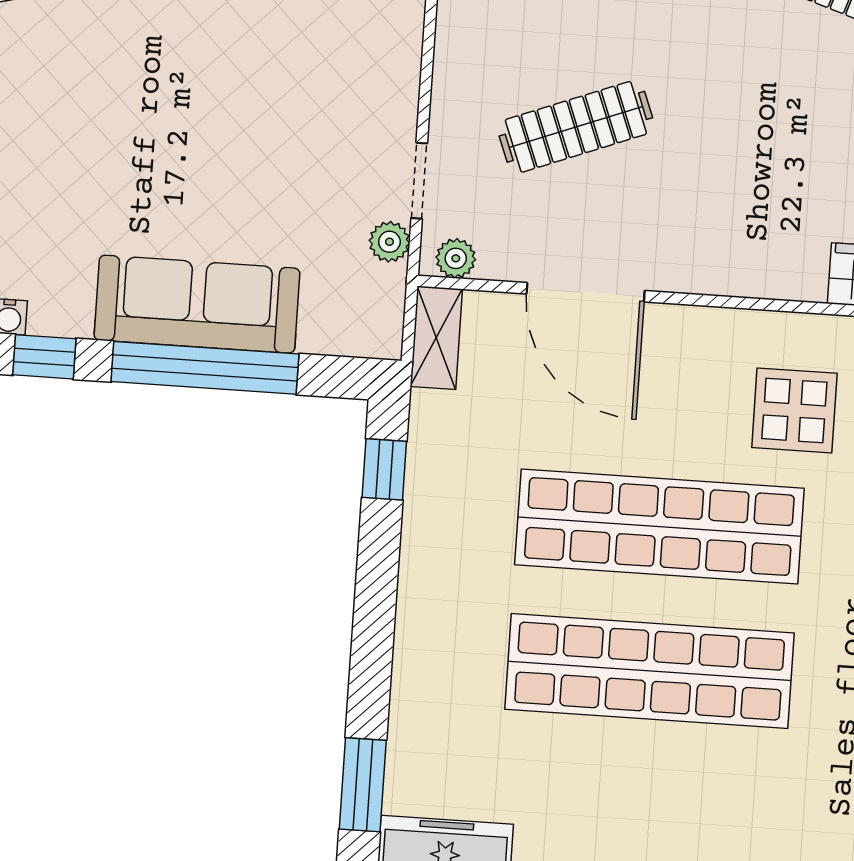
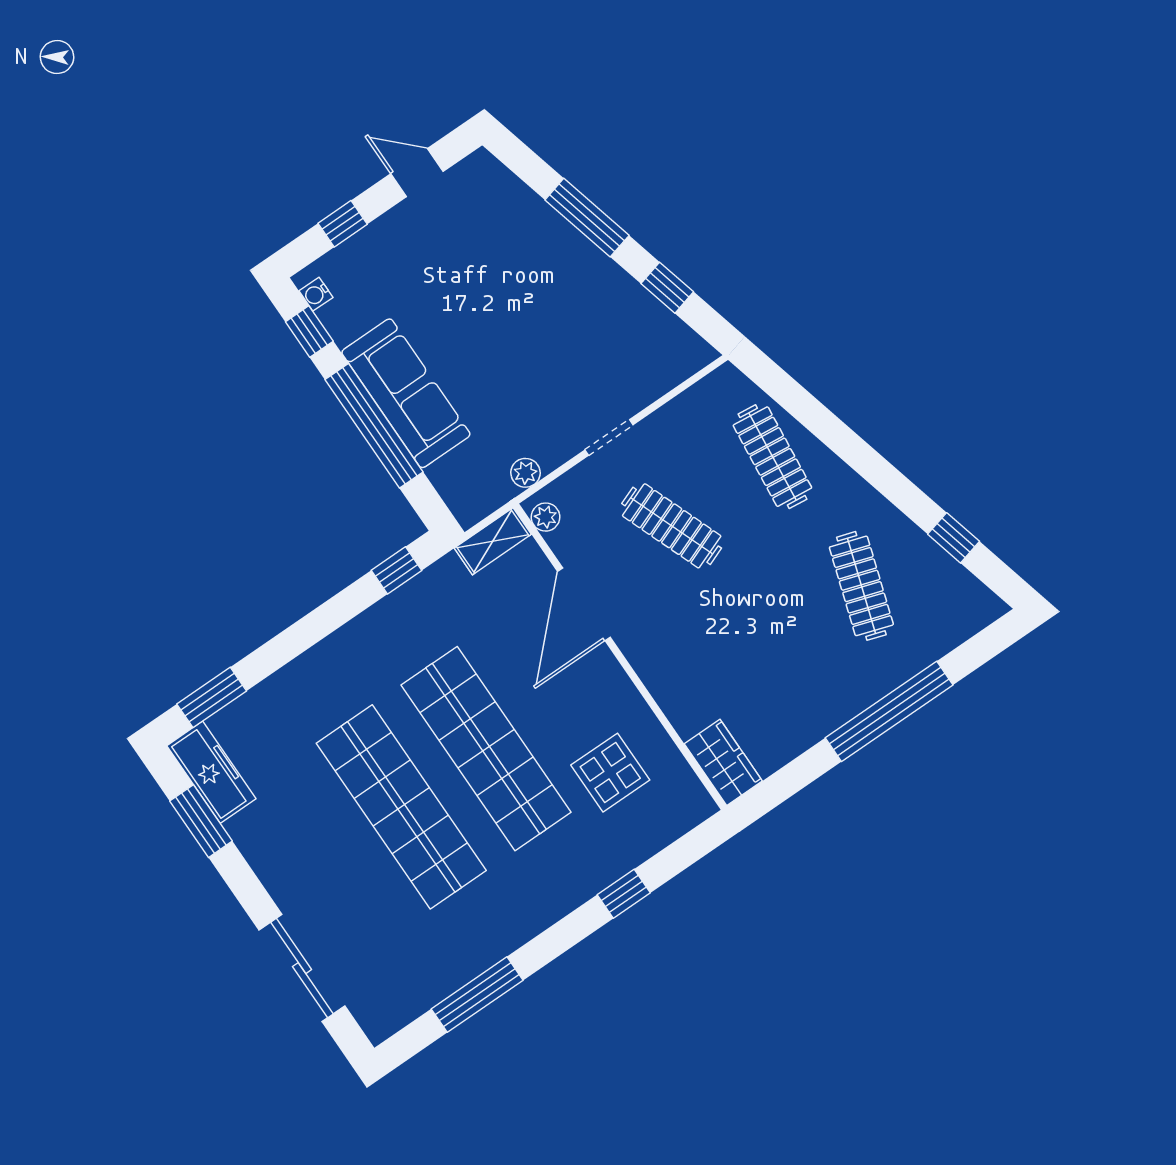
doorway: (419, 181) -> (609, 437), moved

